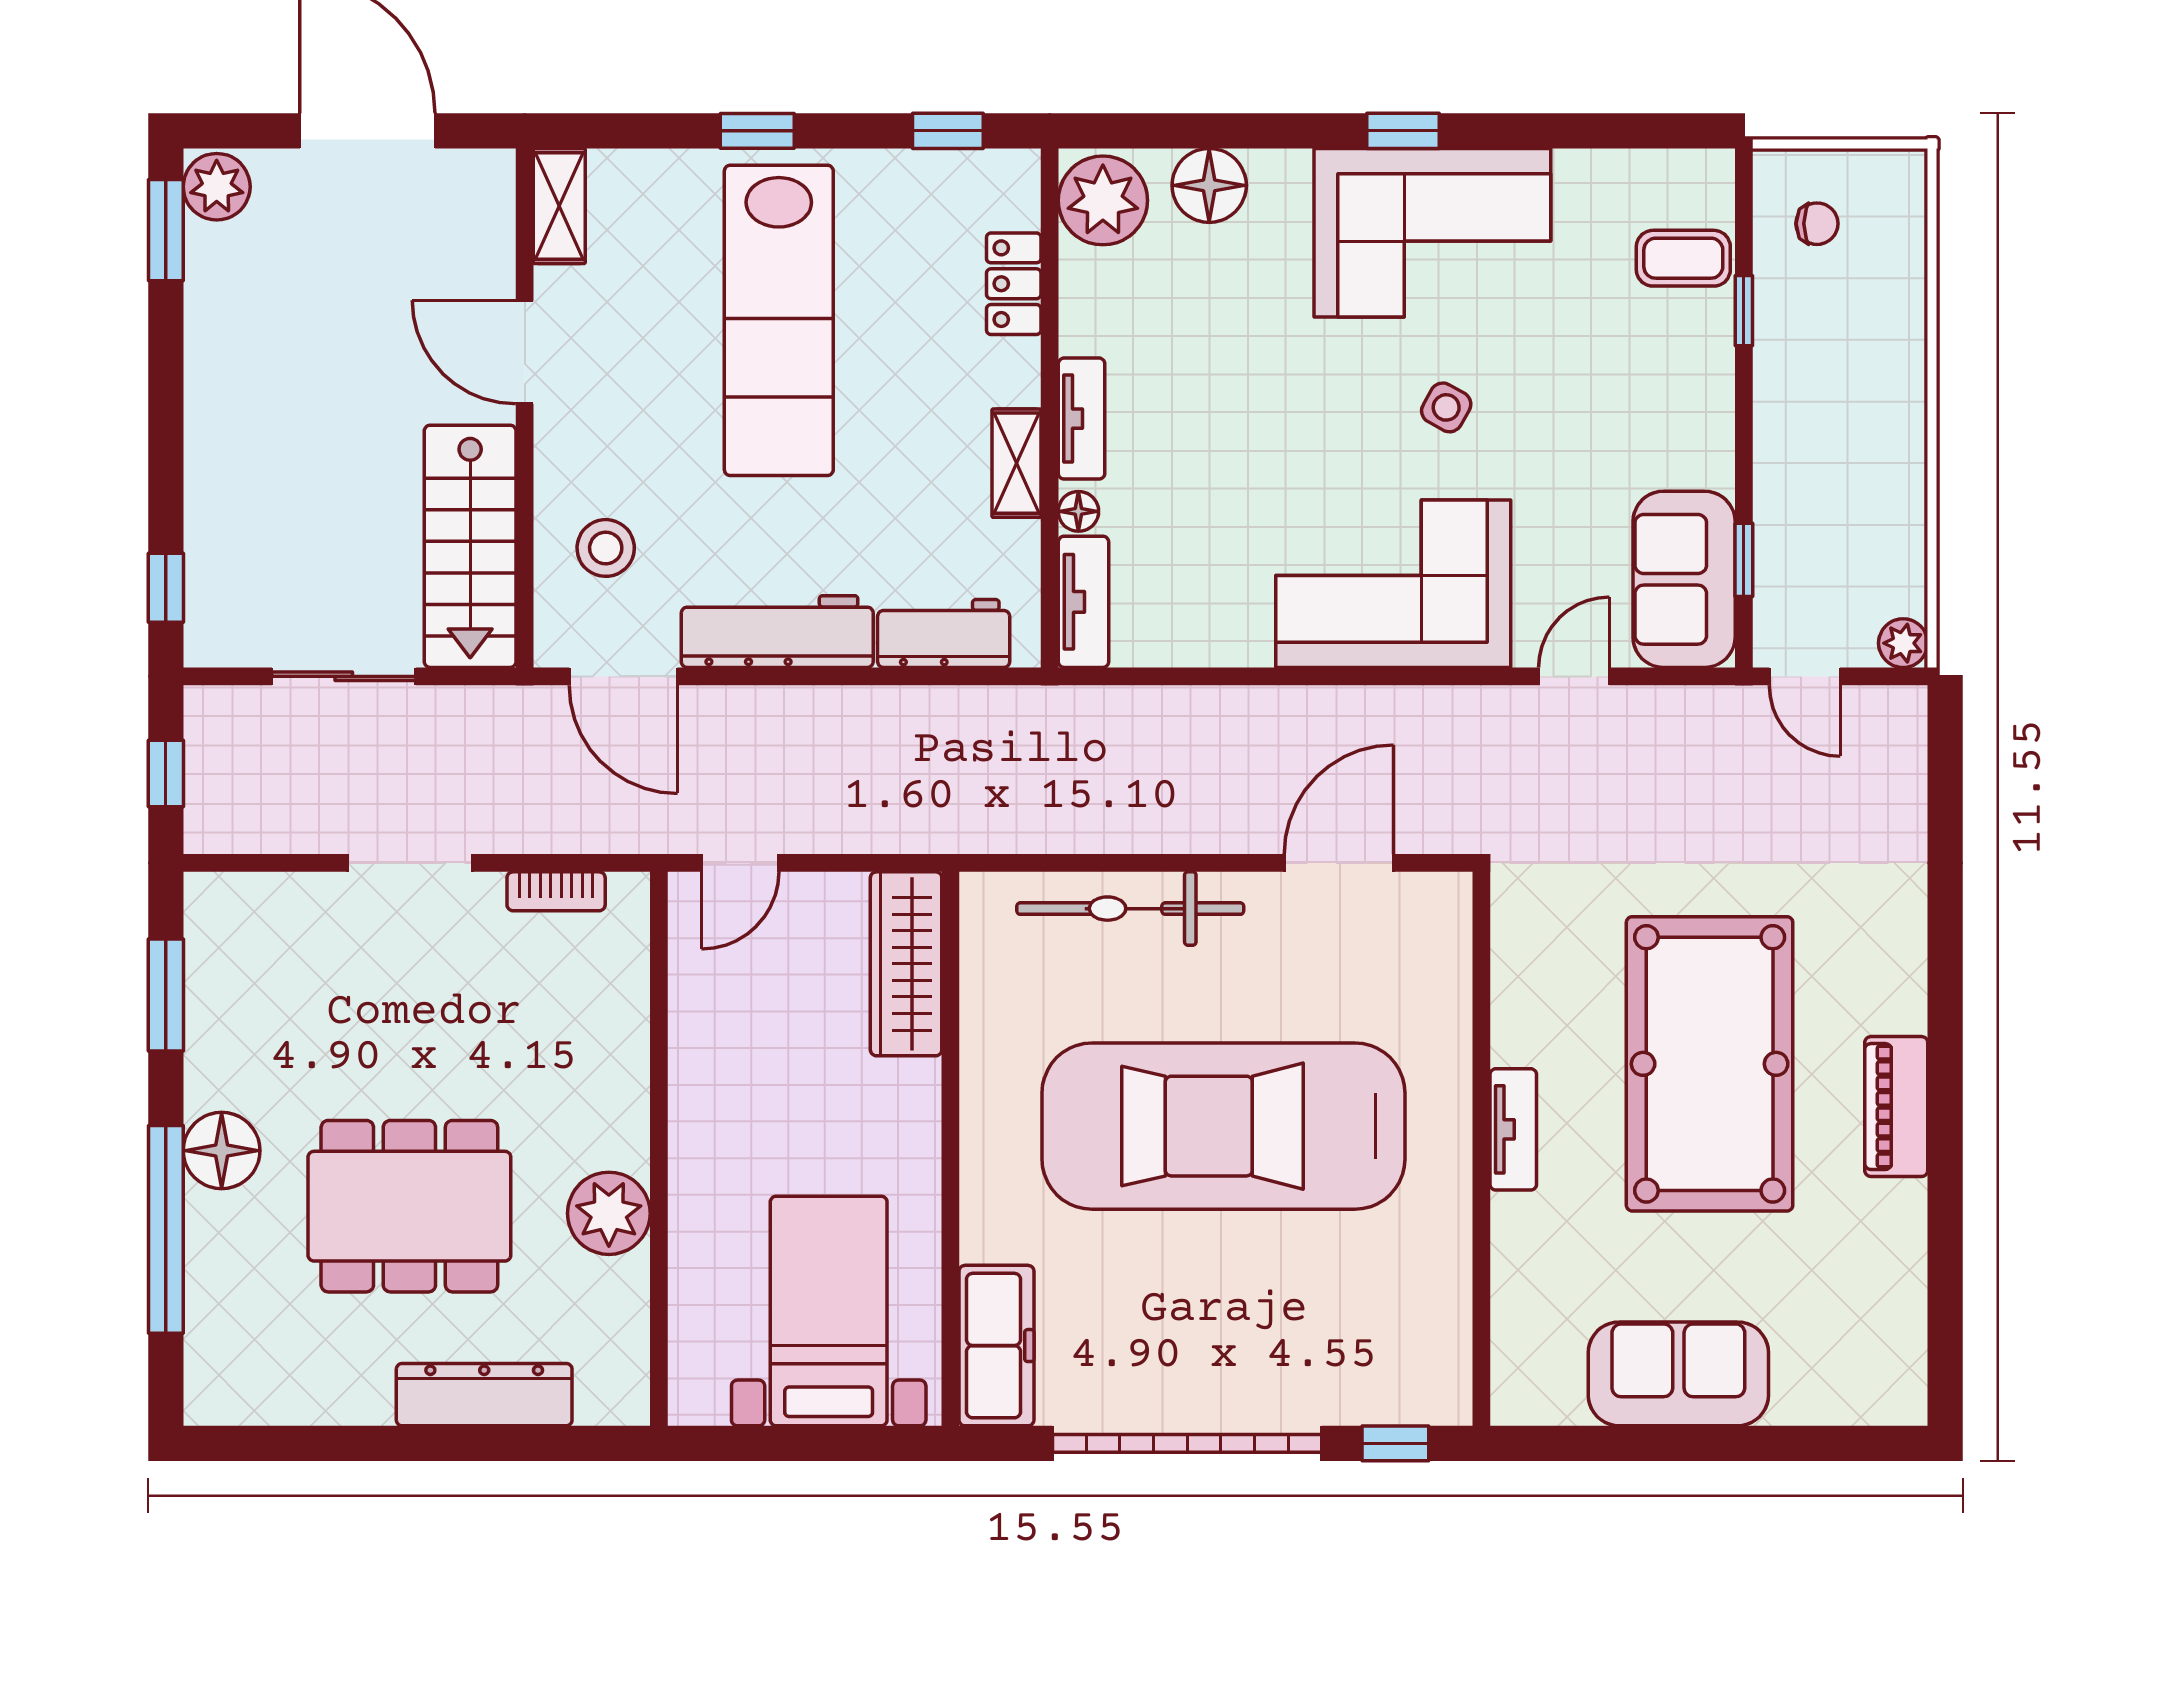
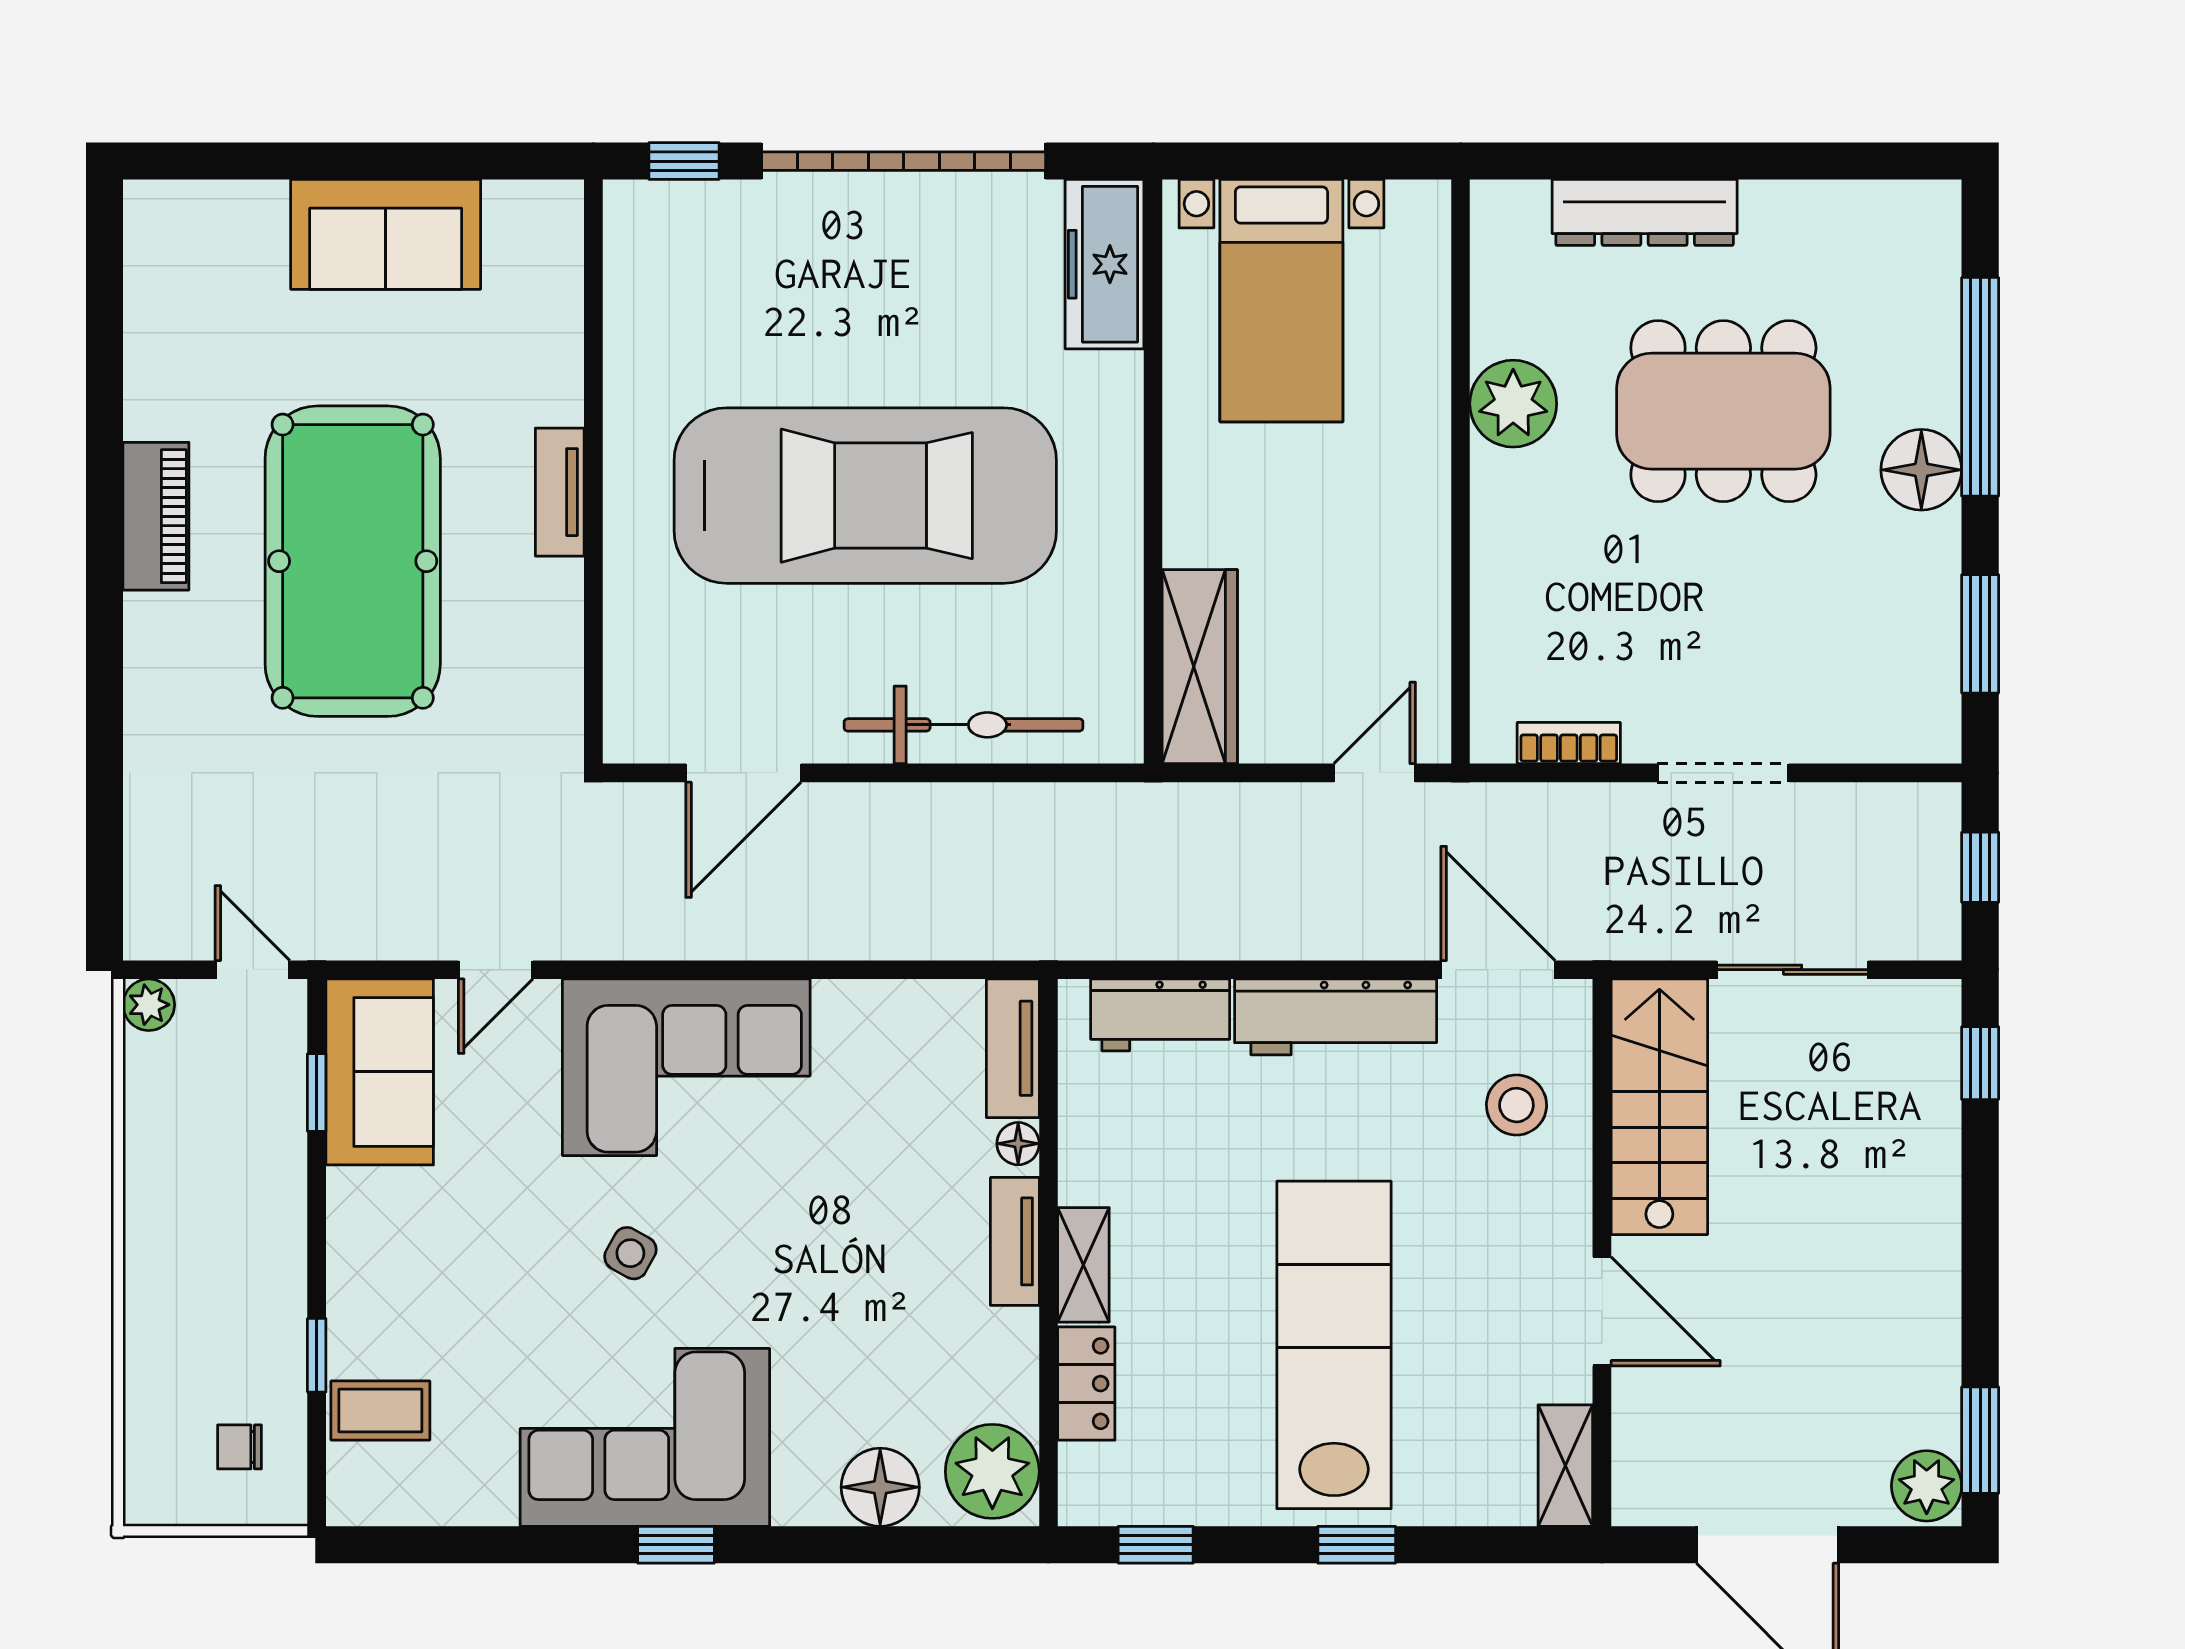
shelving: (1016, 463) -> (1083, 1265), moved

